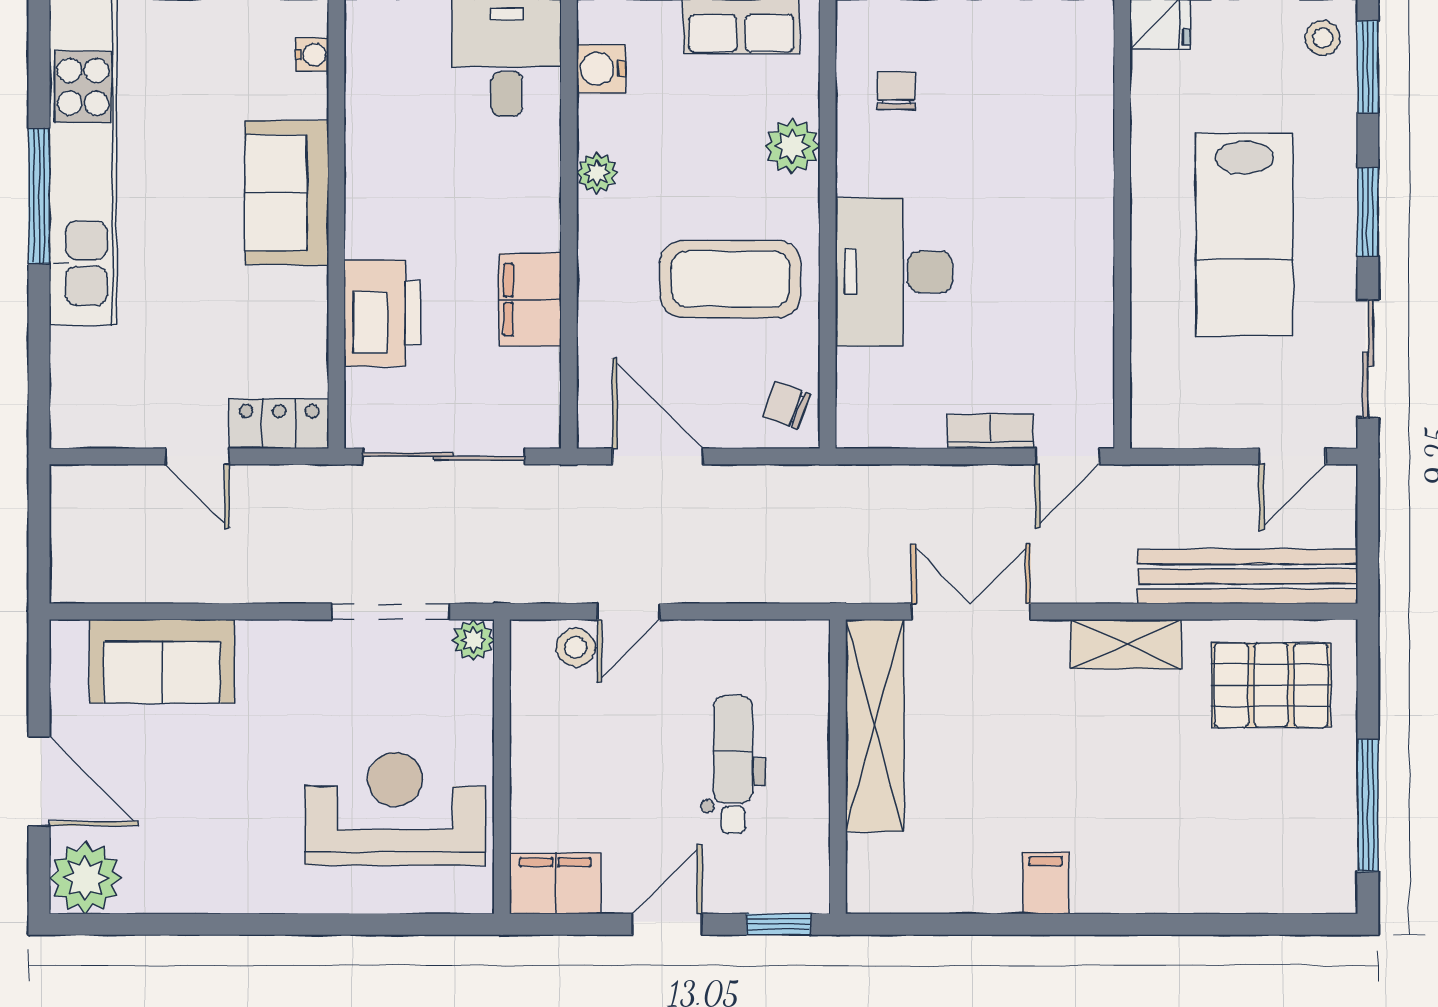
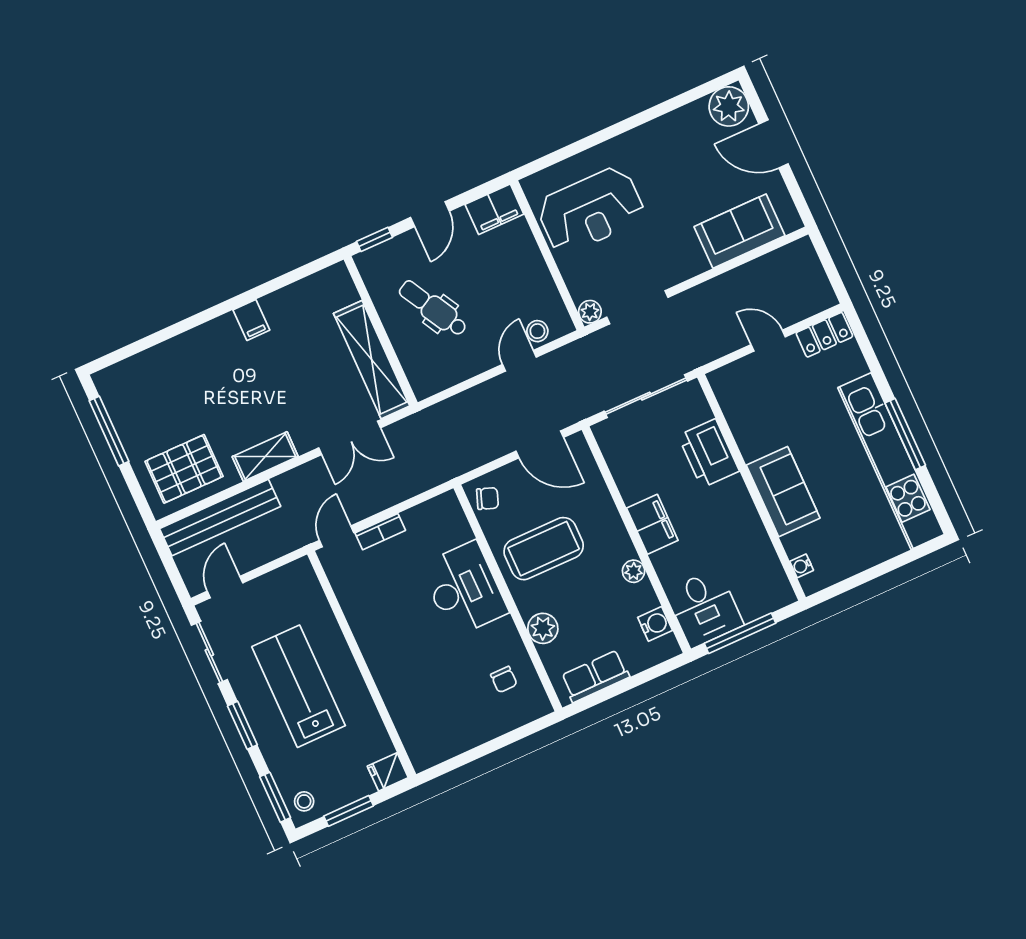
filing cabinet: (530, 300) -> (652, 524), moved
locker: (279, 424) -> (824, 335), moved
dental chair: (733, 765) -> (433, 308), turned 151

